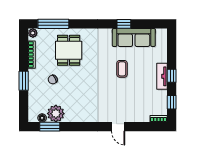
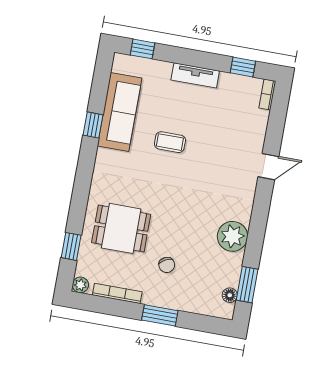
window: (53, 24) -> (71, 246), width x0.46
window: (172, 76) -> (143, 49), moved
plant: (56, 114) -> (233, 236), moved

